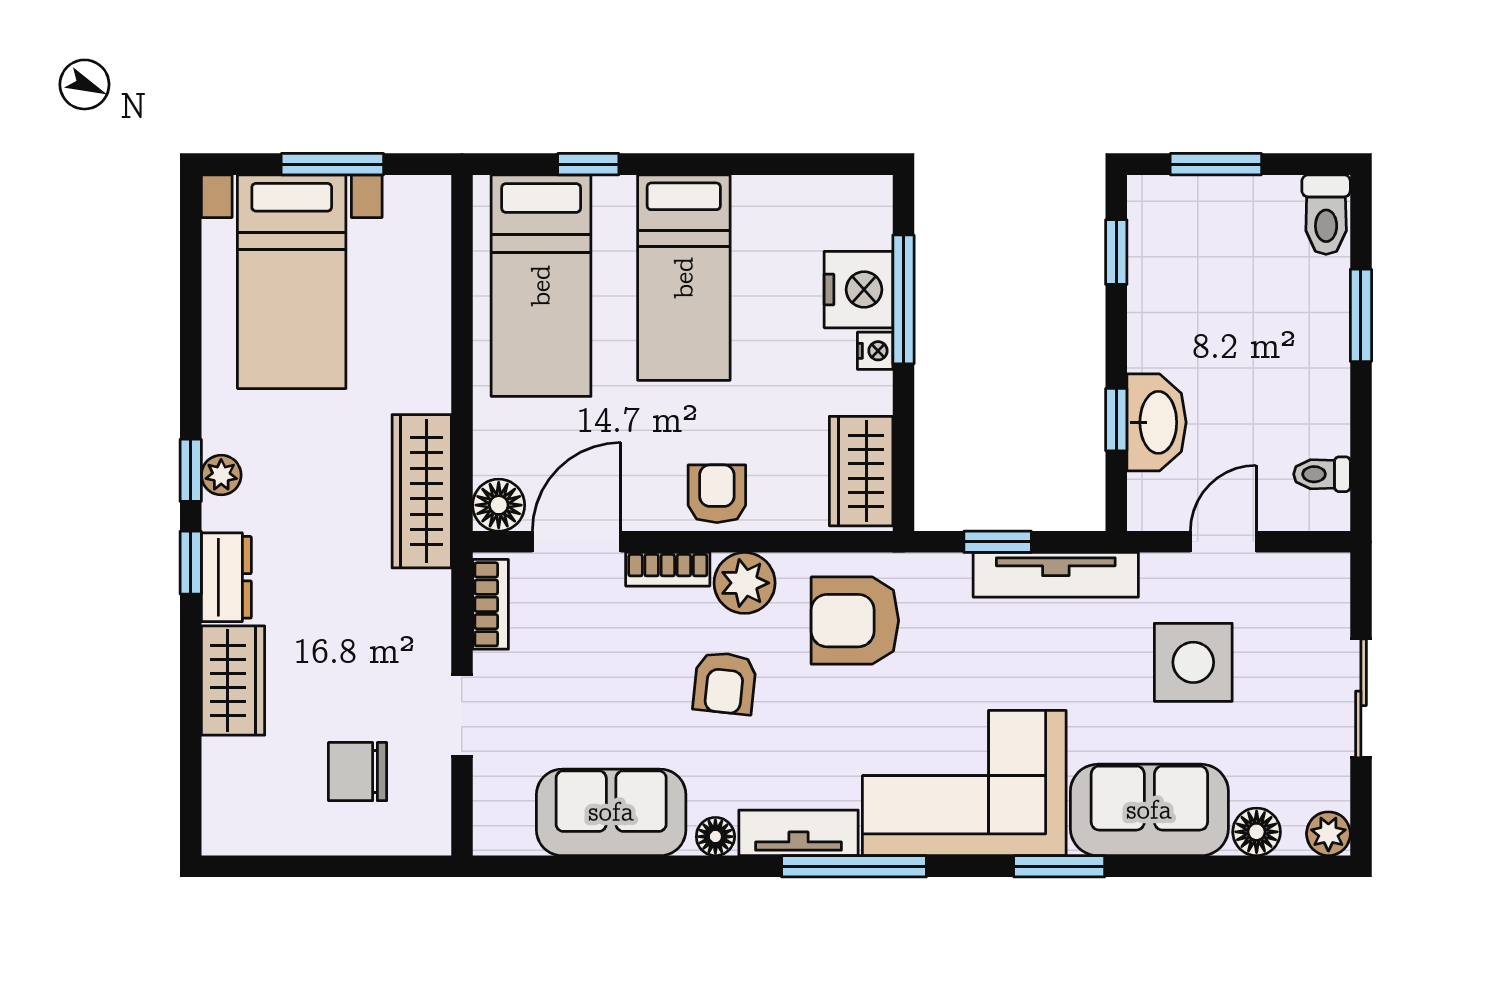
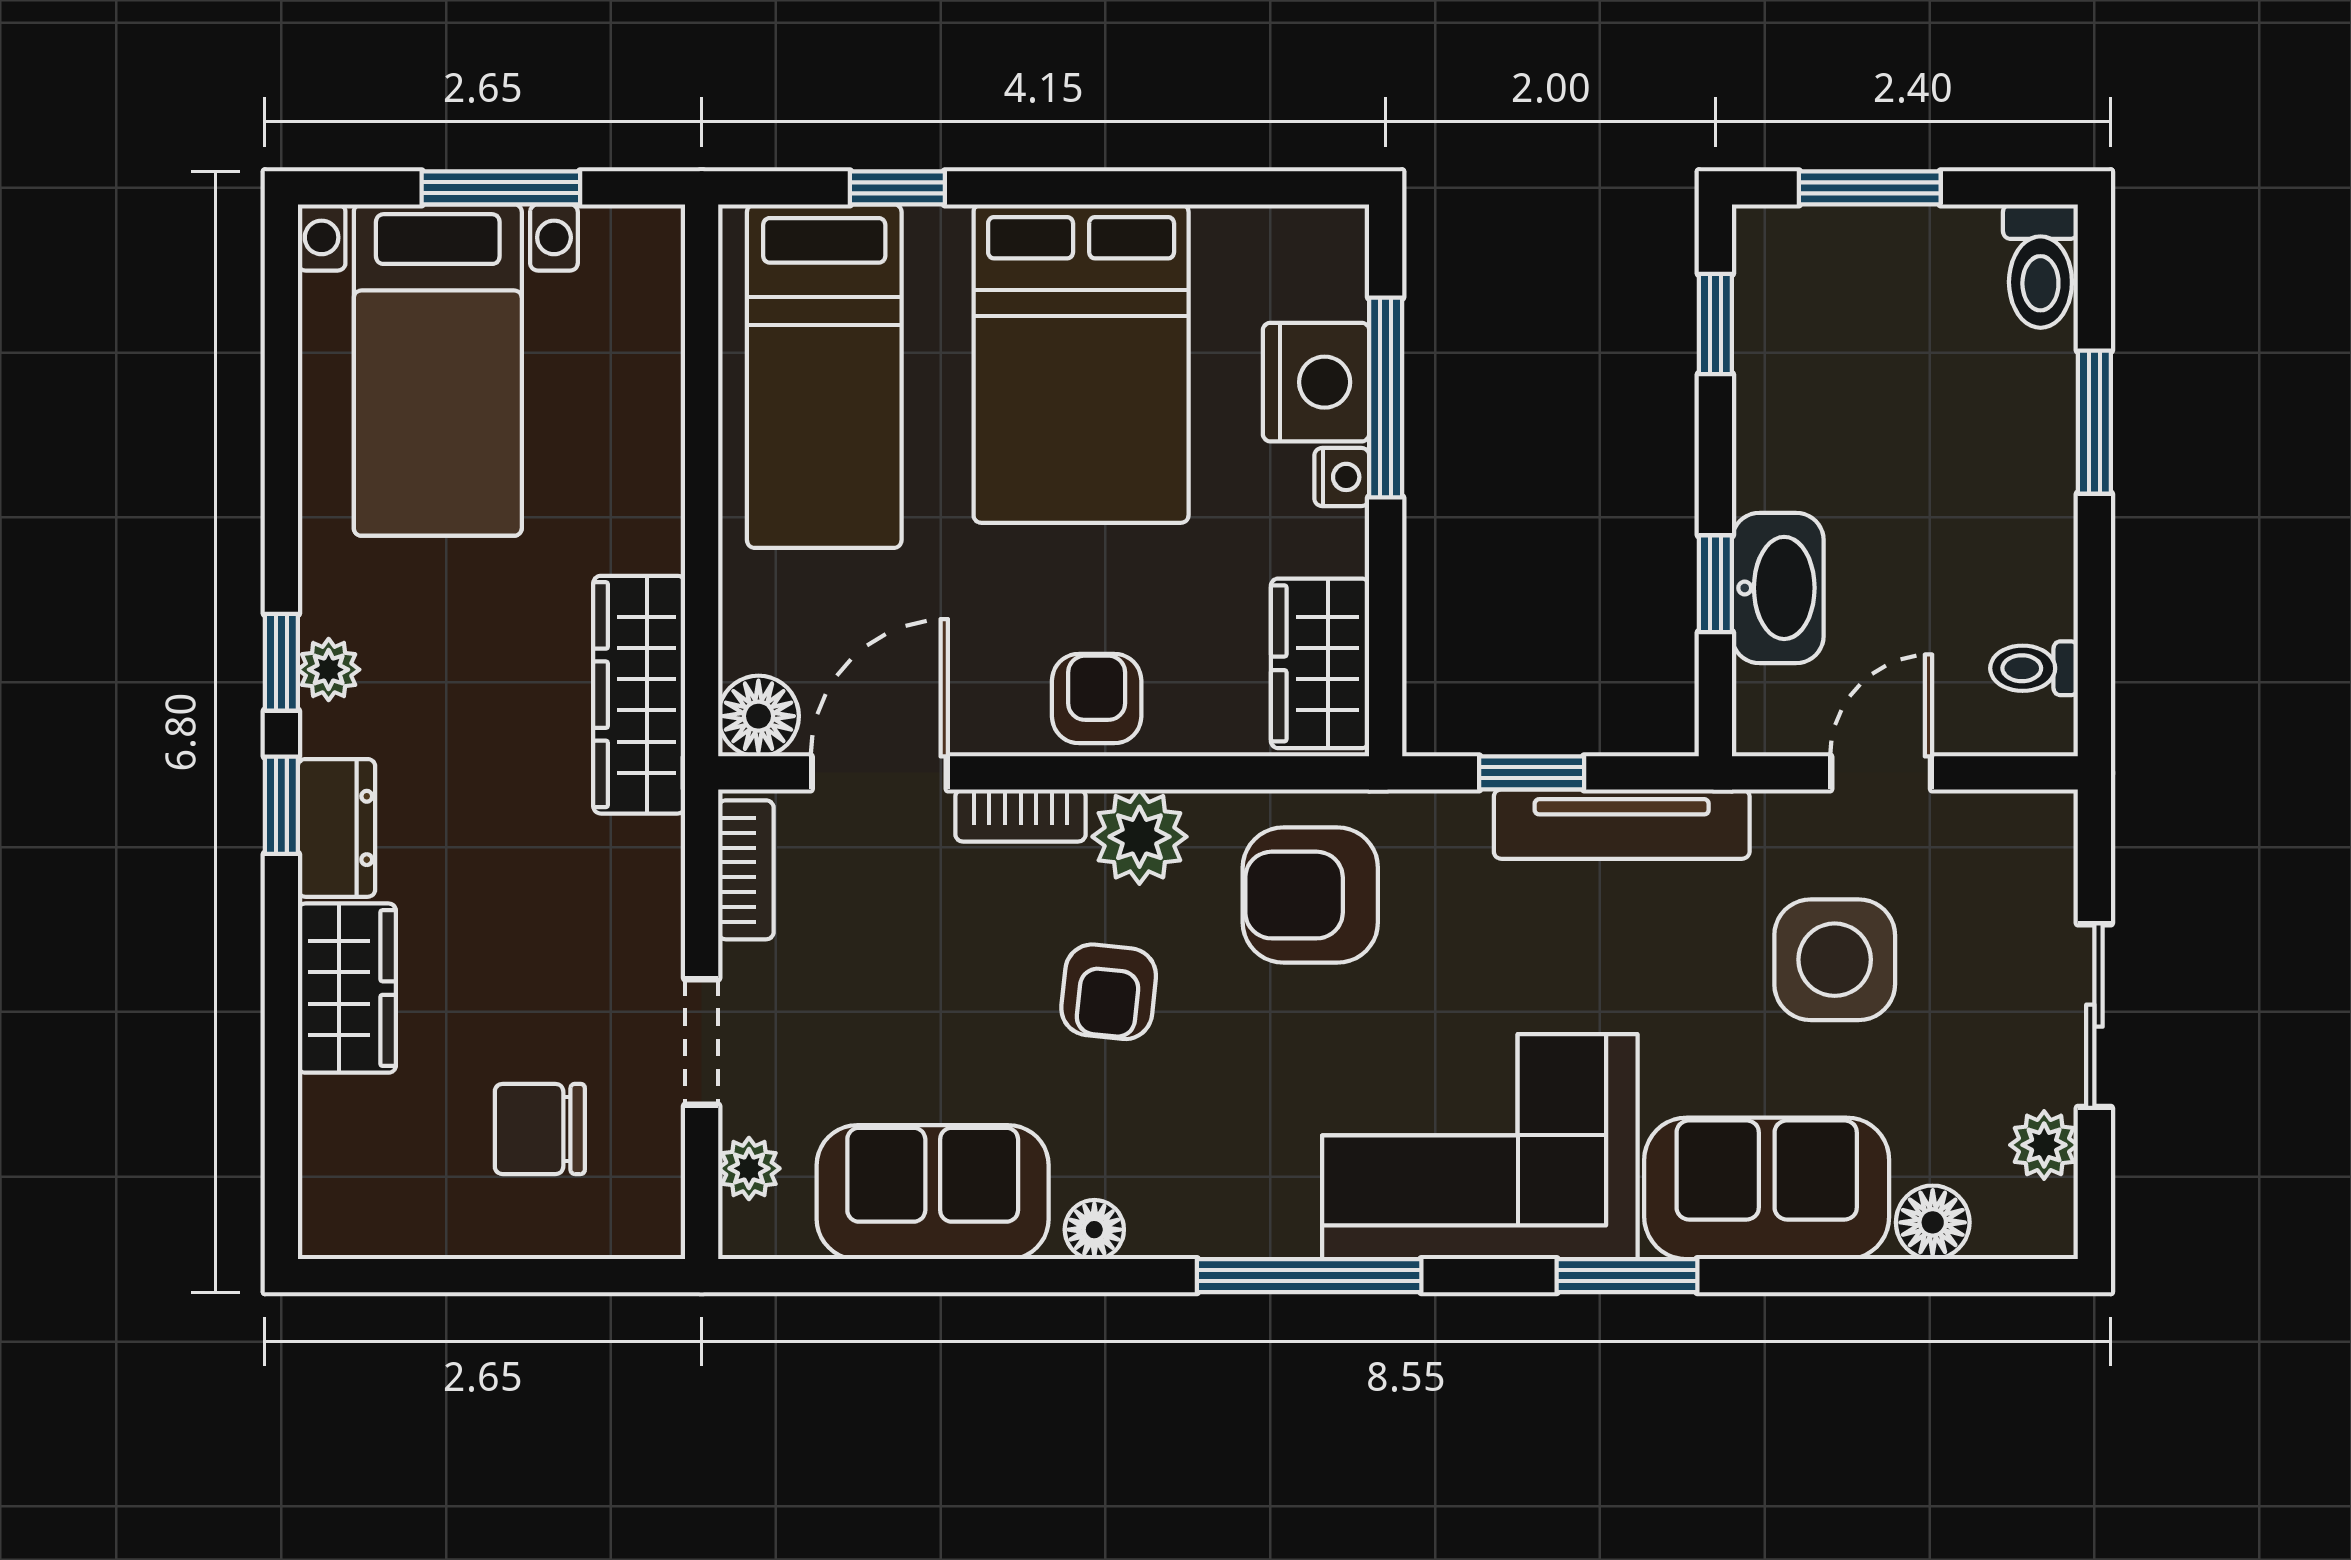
bed: (684, 278) -> (1081, 364), width x1.50
plant: (493, 797) -> (749, 1168), added
tv unit: (798, 833) -> (1223, 1224), removed
plant: (1328, 834) -> (2044, 1145), moved

